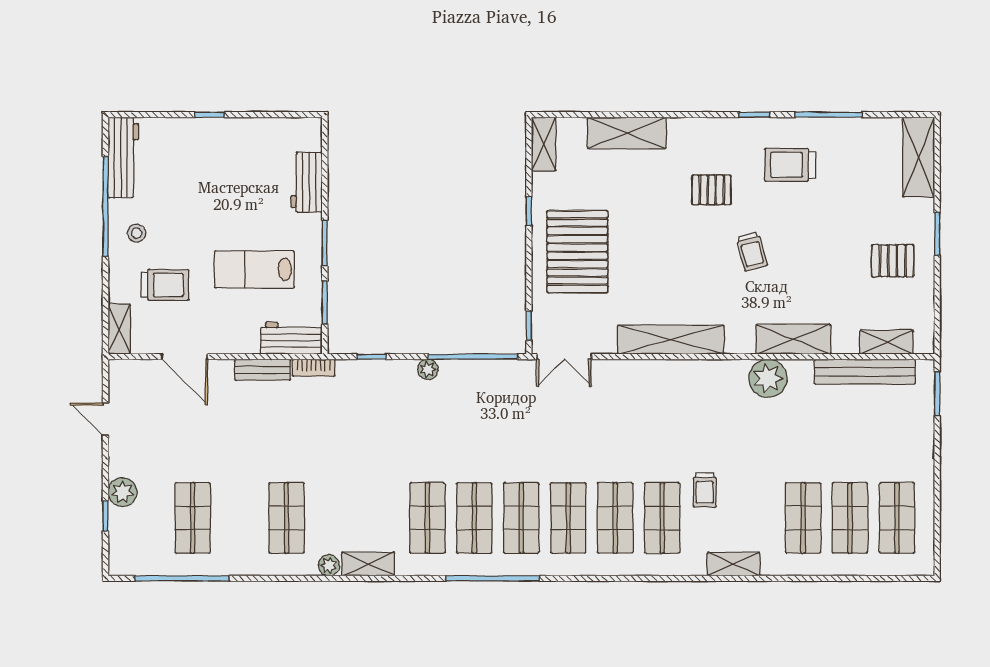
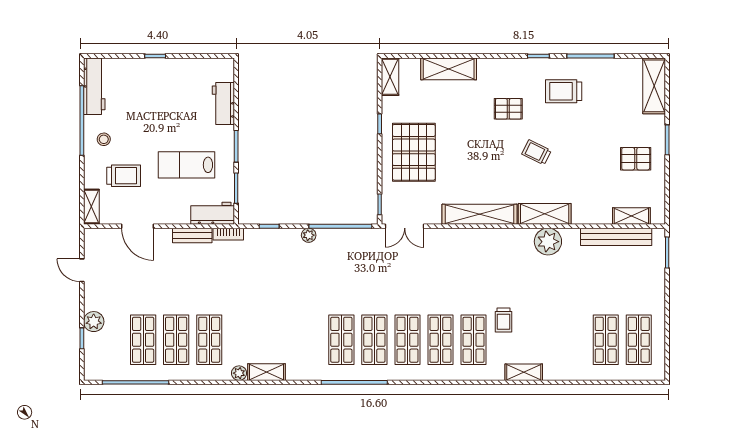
trolley: (752, 252) -> (536, 152), turned 131
shelving: (793, 339) -> (545, 214), moved
shop shelf: (427, 518) -> (176, 340), moved
shop shelf: (803, 518) -> (573, 340), removed

